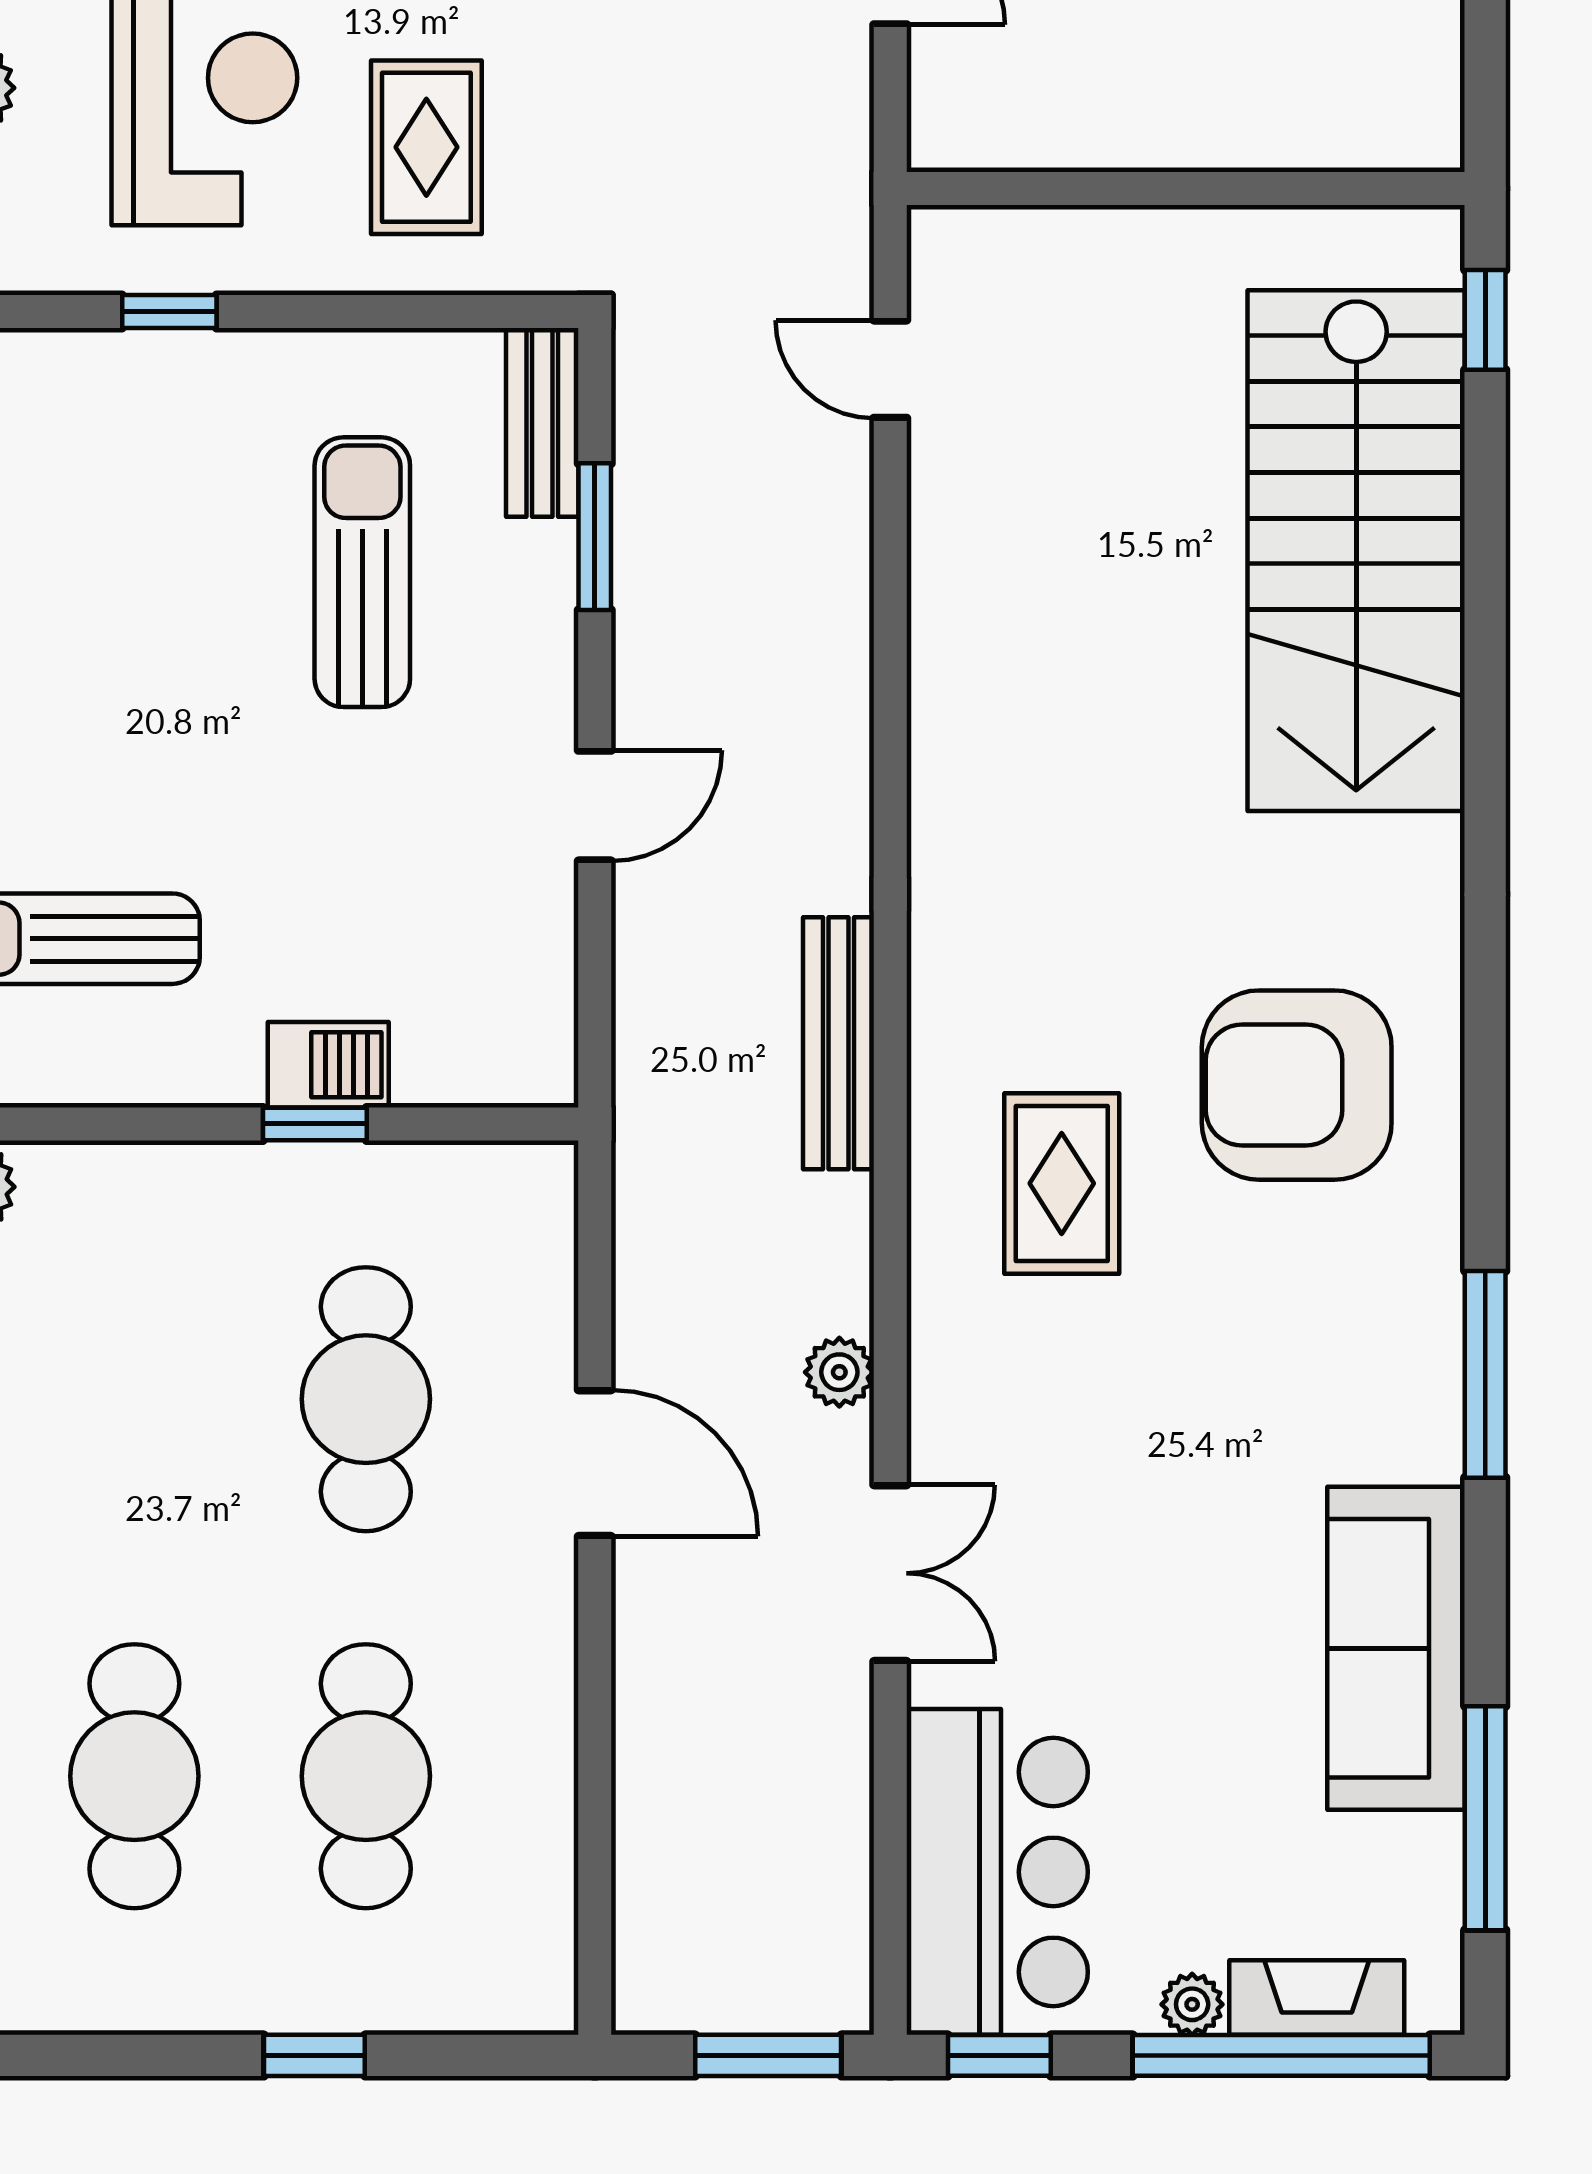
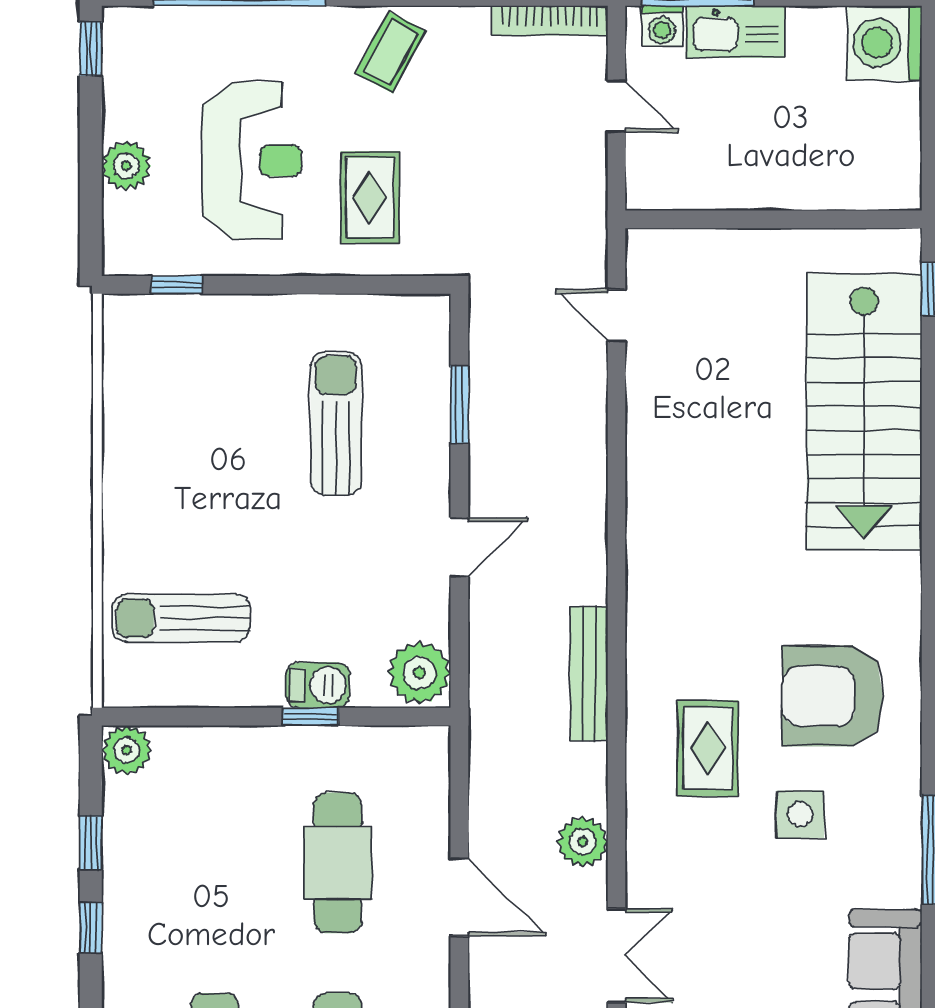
window: (169, 312) -> (177, 285), moved
bench: (542, 422) -> (432, 344), removed
plant: (519, 1041) -> (419, 673), added
side table: (1236, 1308) -> (800, 814), added
plant: (839, 1372) -> (583, 842), width x1.38, depth x1.38

